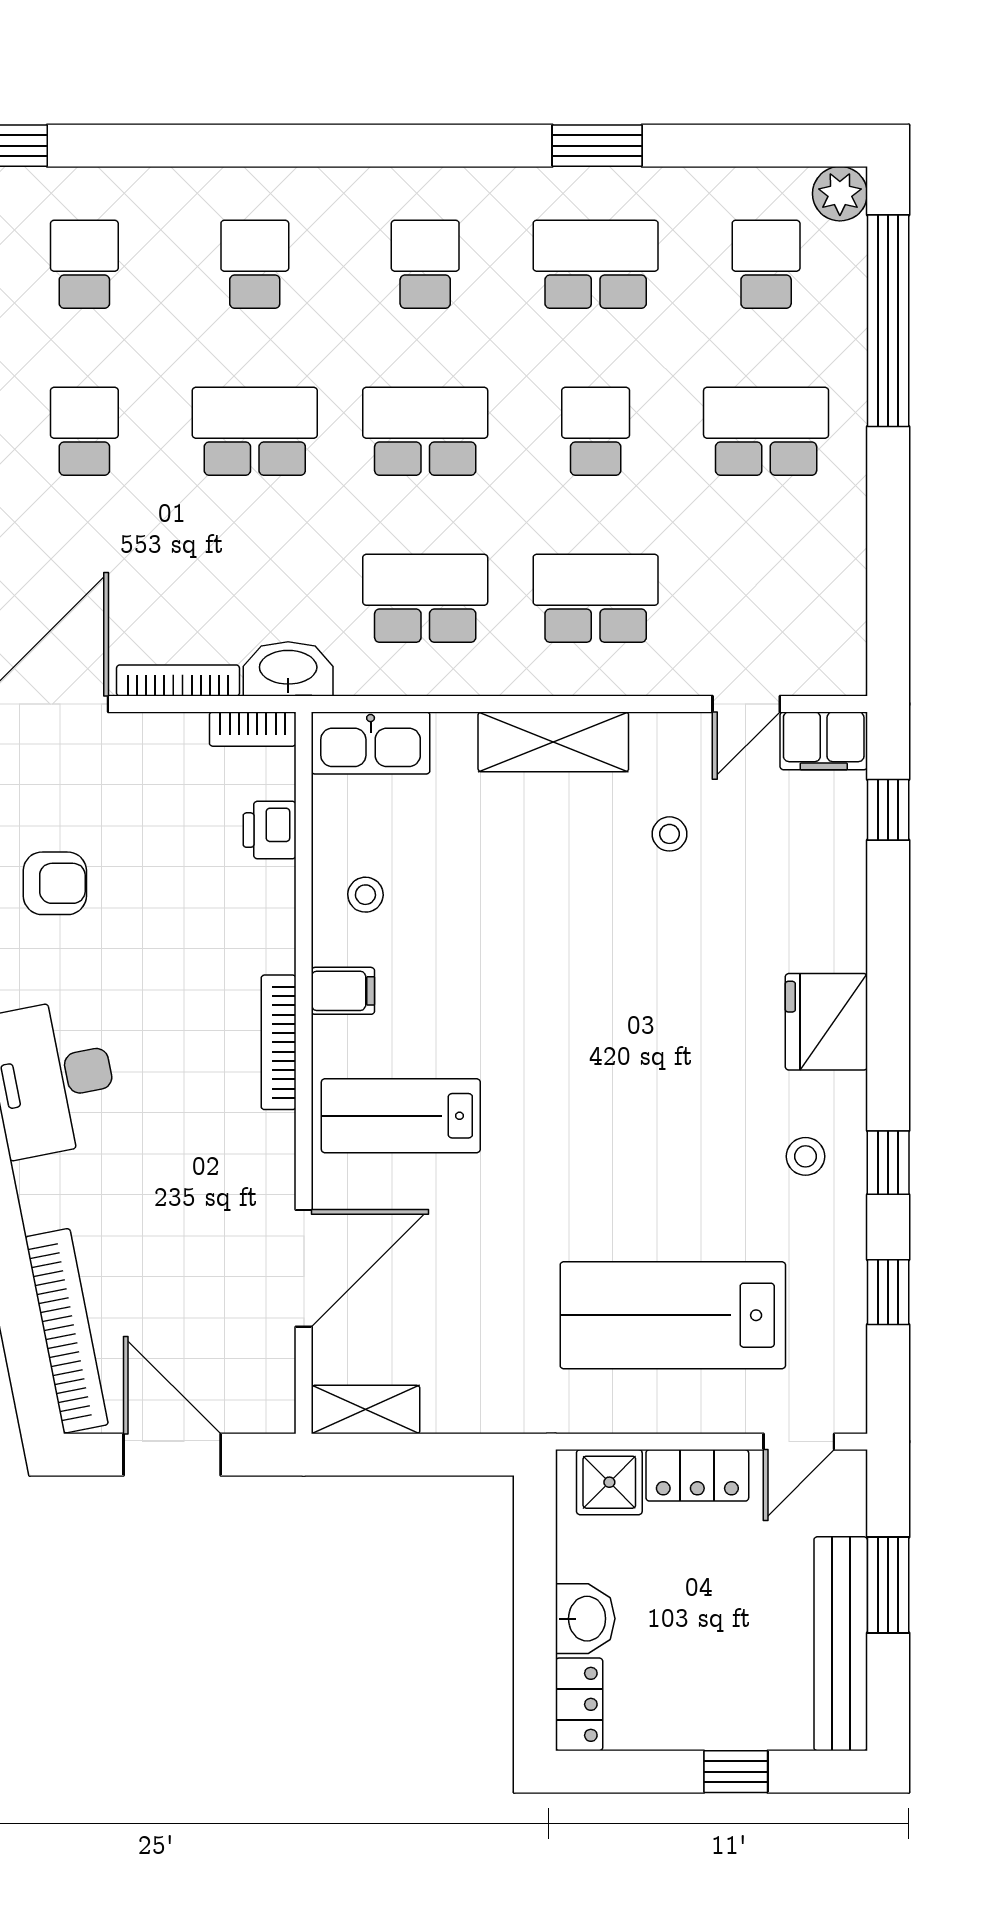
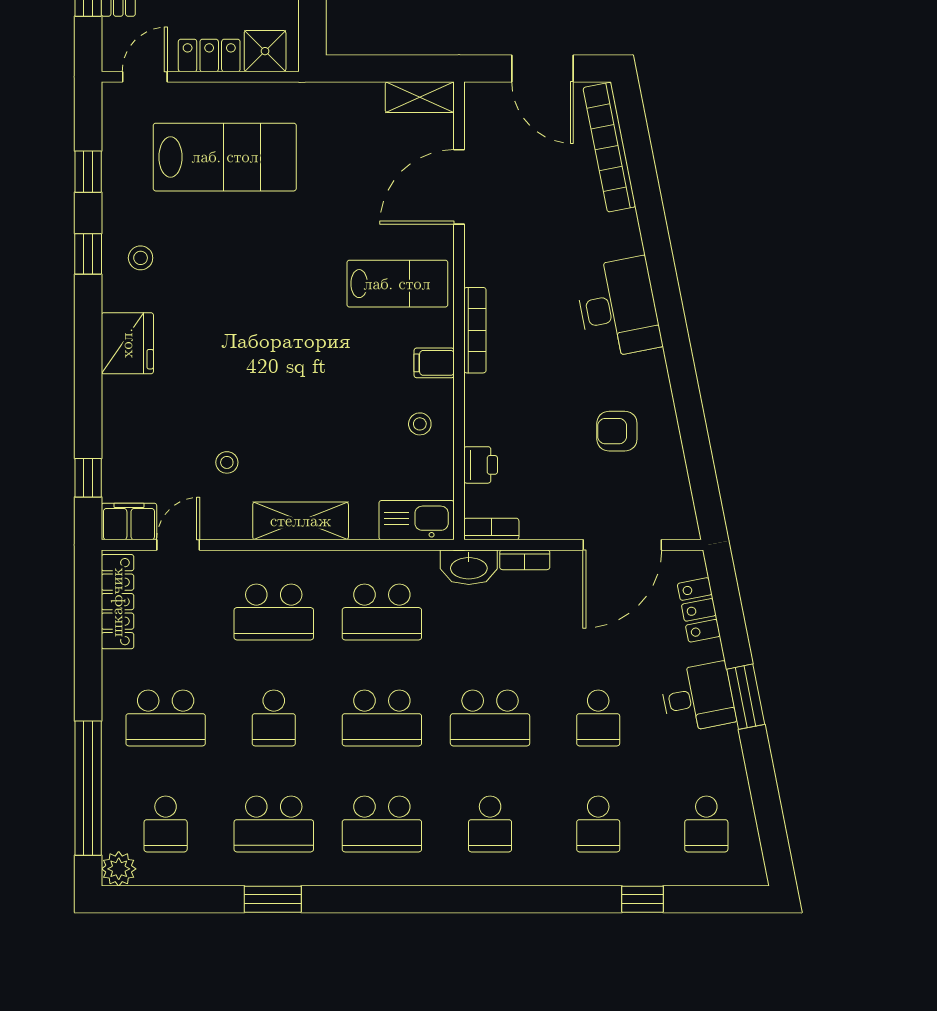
school desk: (425, 264) -> (382, 824), width x1.85
locker: (842, 615) -> (117, 602), added
bookcase: (178, 681) -> (525, 560), width x0.64

